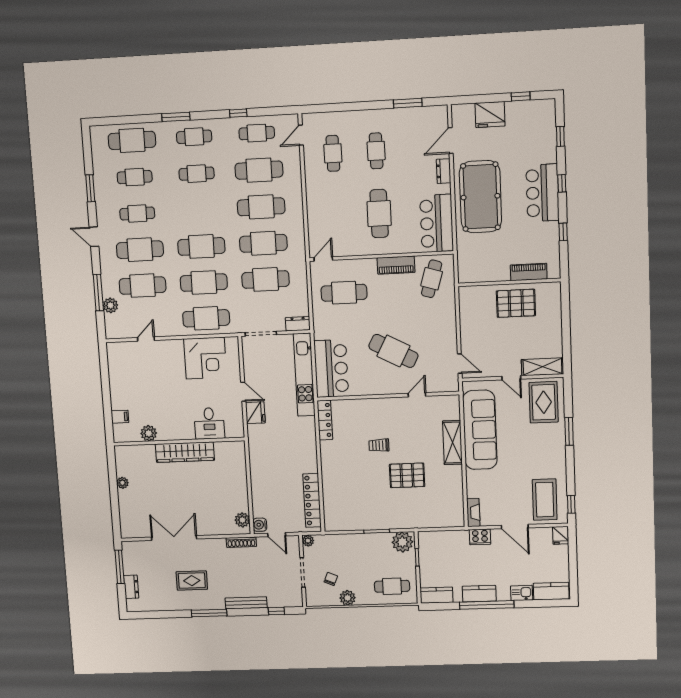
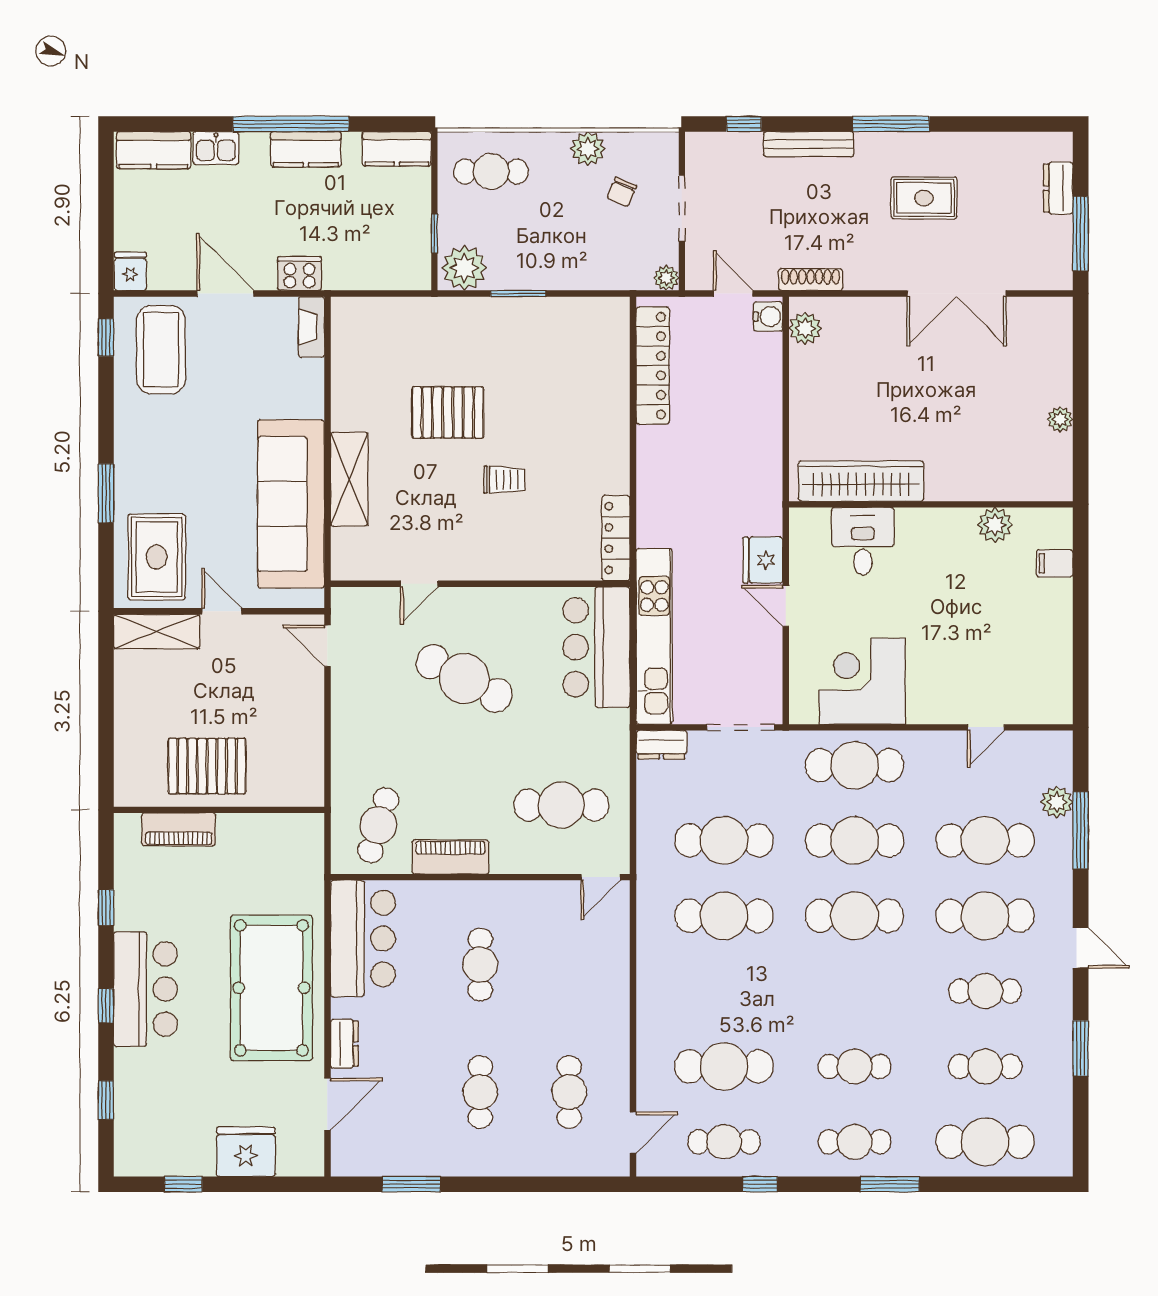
cafe table: (261, 207) -> (724, 991), removed
cafe table: (379, 214) -> (480, 965), width x0.73, depth x0.74
wardrobe: (185, 452) -> (861, 481), moved

